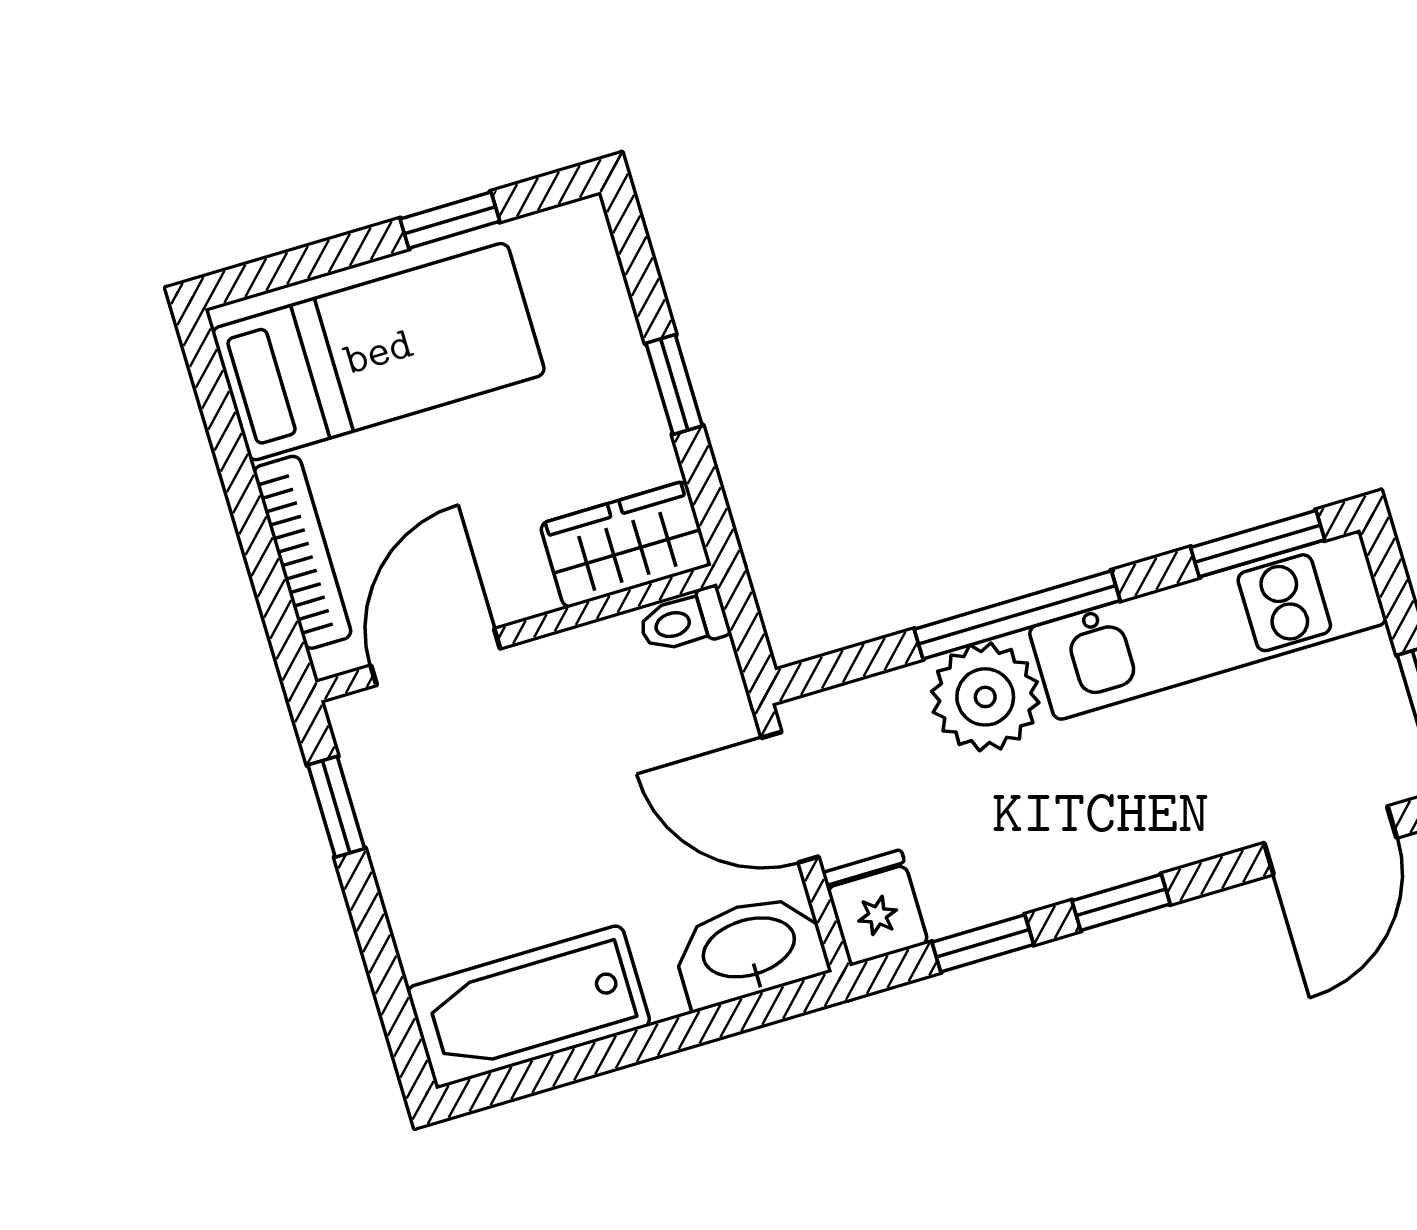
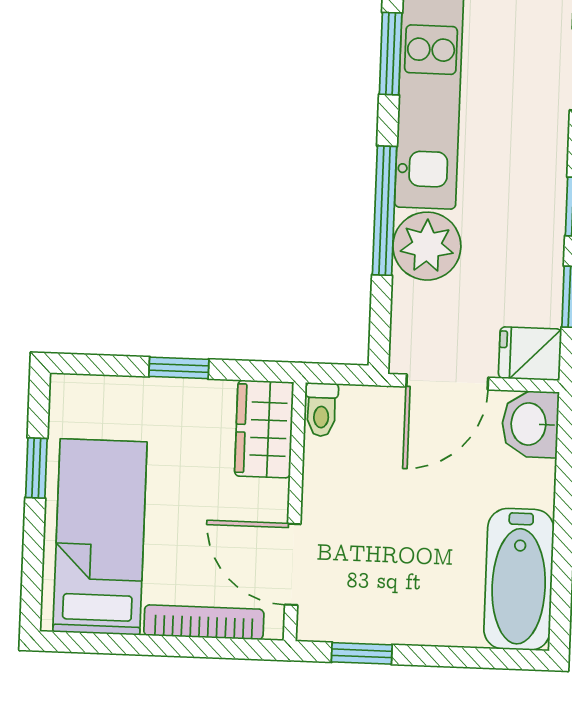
washbasin: (750, 950) -> (530, 424), width x0.72

